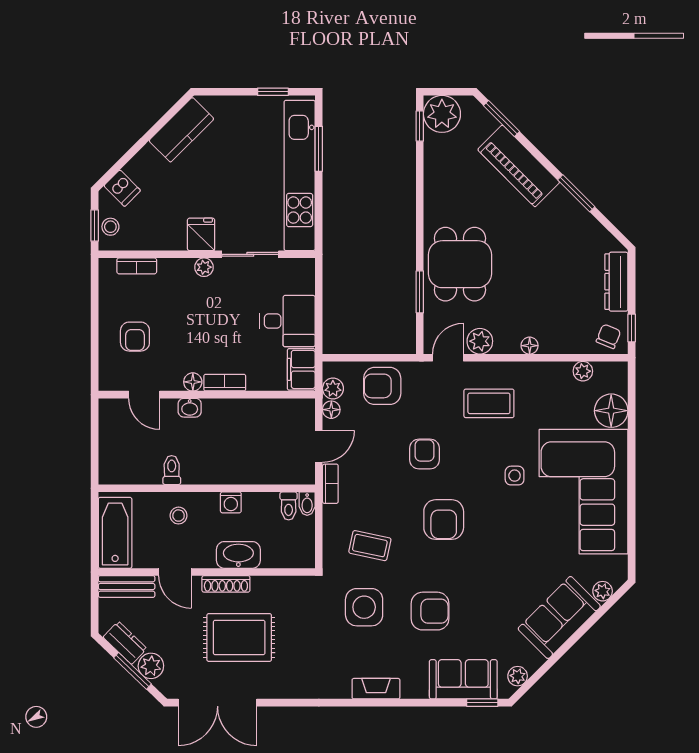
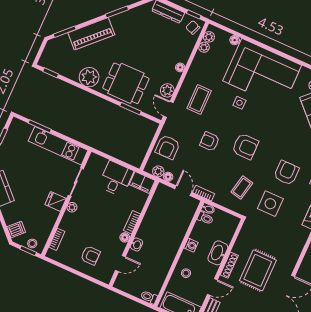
plant: (442, 114) -> (89, 77), moved
kitchen unit: (300, 175) -> (58, 146), width x0.73
plant: (605, 372) -> (209, 37), added
floor lamp: (611, 411) -> (235, 40), width x0.53, depth x0.53
toilet: (172, 470) -> (149, 297), moved

